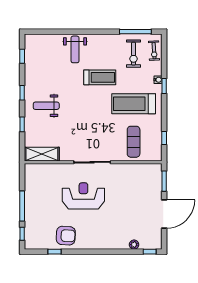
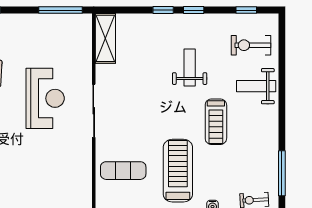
exercise bike: (133, 54) -> (251, 45), moved
weight bench: (46, 106) -> (190, 67), moved
window: (22, 124) -> (163, 10), moved
window: (22, 206) -> (61, 10), moved

